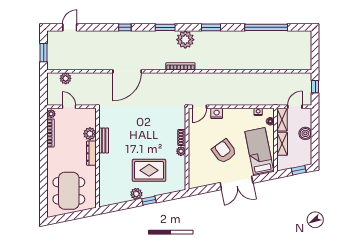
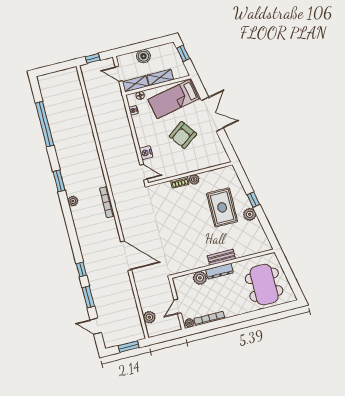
window: (165, 27) -> (88, 297), moved
plant: (185, 40) -> (73, 201), width x0.53, depth x0.53
bench: (104, 140) -> (221, 257), moved
dining table: (69, 191) -> (264, 285), turned 90

